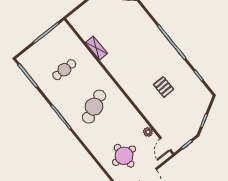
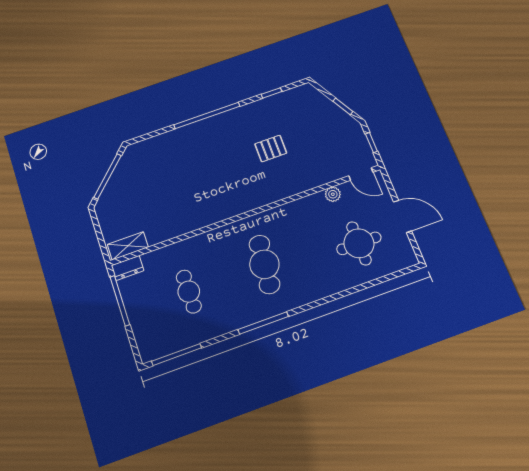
dresser: (66, 30) -> (128, 268), added
shelving: (96, 48) -> (128, 246), moved
cafe table: (94, 107) -> (264, 264), turned 30

